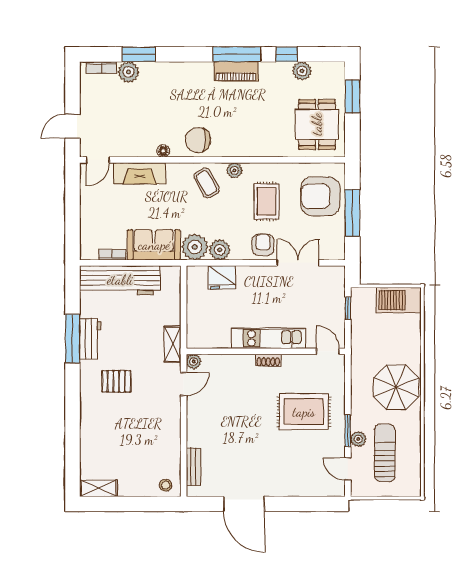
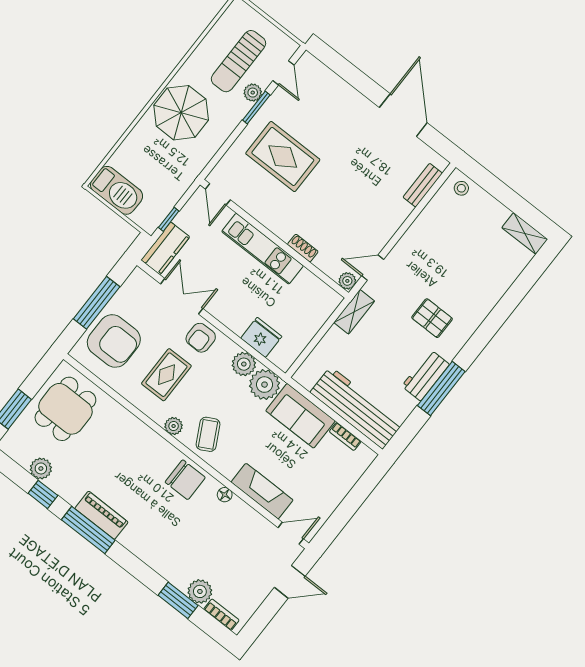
double door: (298, 263) -> (182, 296), swing flipped
kitchen counter: (335, 287) -> (165, 248), added
shoe rack: (268, 360) -> (303, 248), moved

